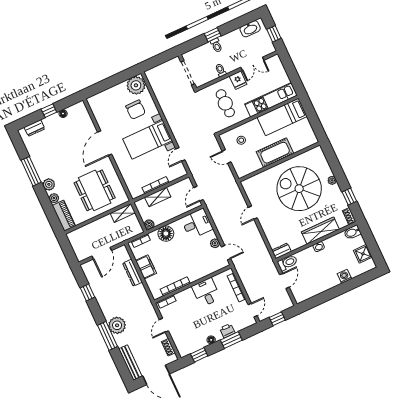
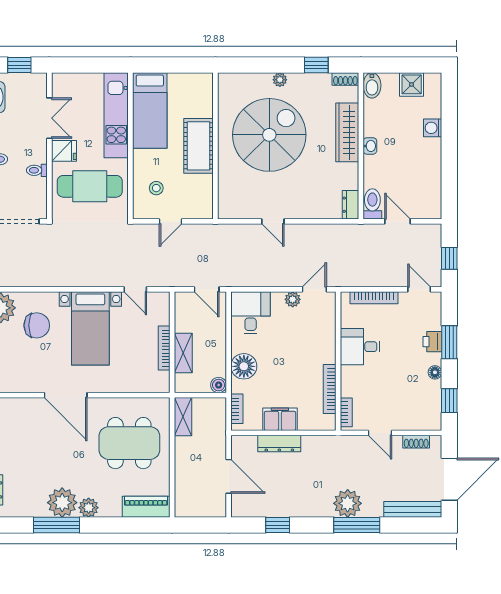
cafe table: (225, 103) -> (90, 186), width x1.37, depth x1.35
spiral stairs: (299, 189) -> (269, 135), turned 180
plant: (54, 198) -> (62, 503), moved, width x1.87, depth x1.87

